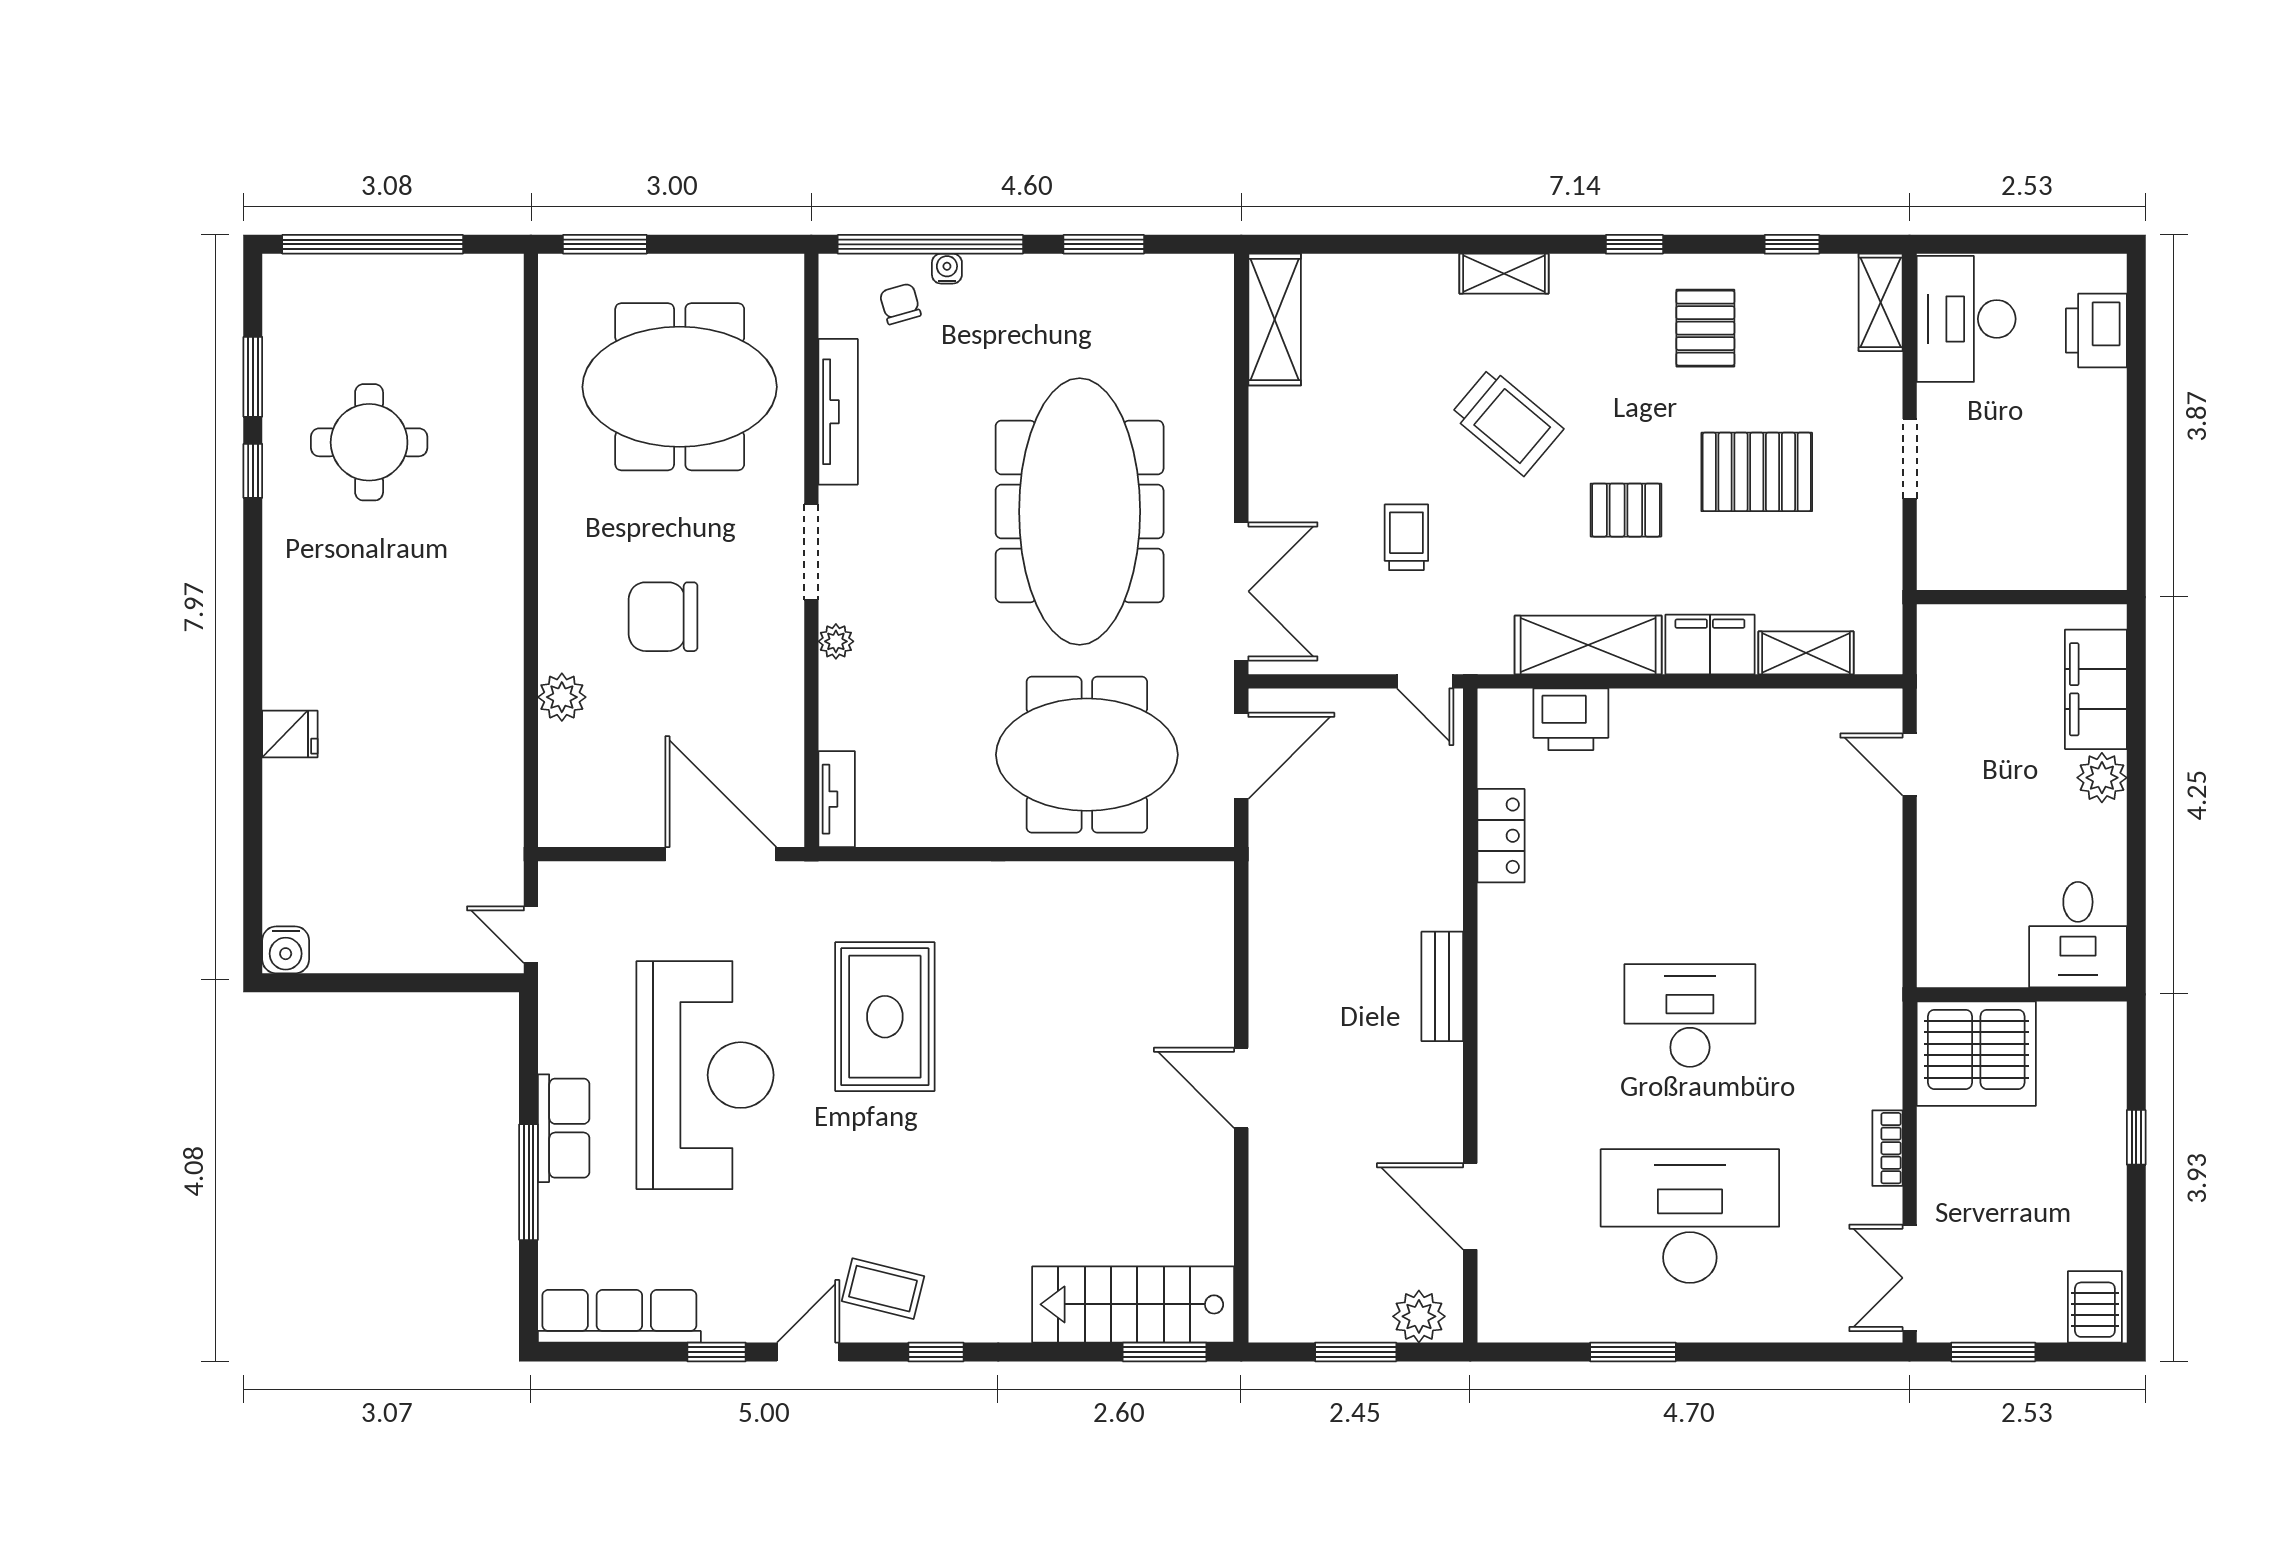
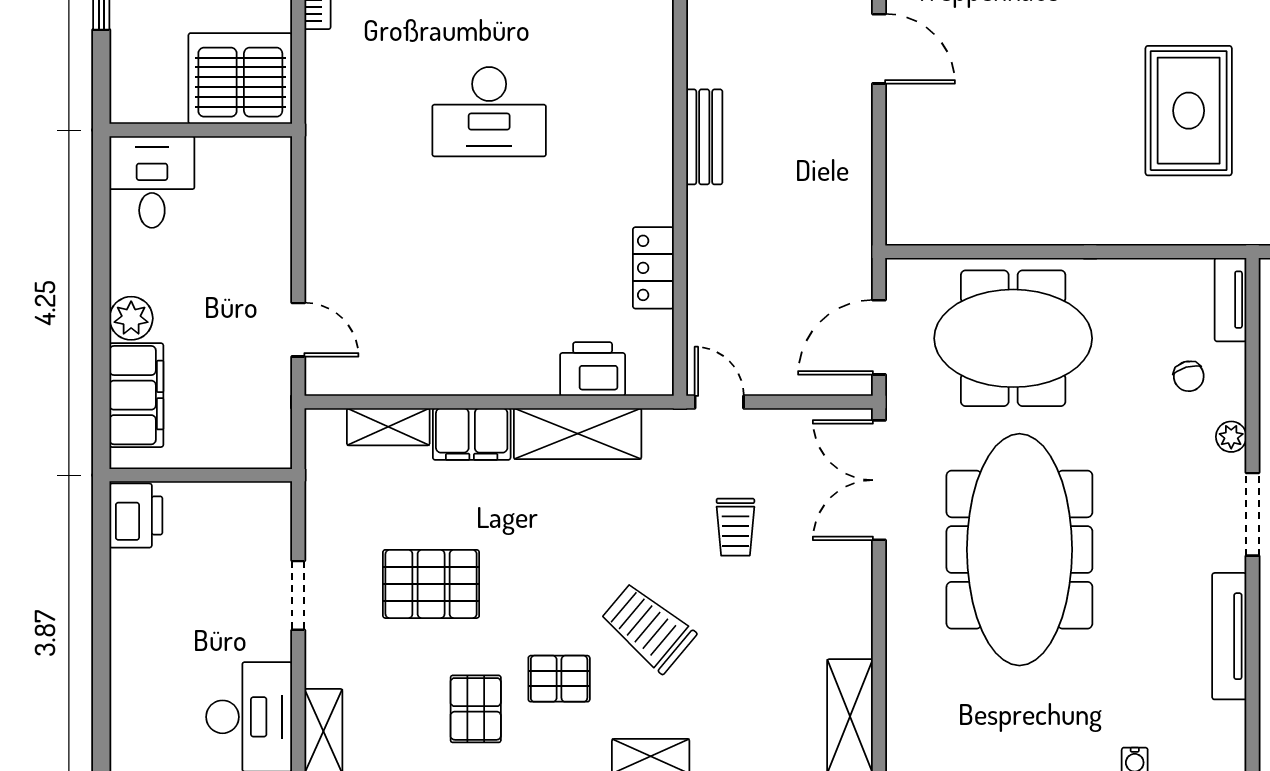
chair: (900, 304) -> (1189, 376), moved
printer: (2096, 331) -> (136, 516), moved
pallet: (1626, 510) -> (559, 679), moved

